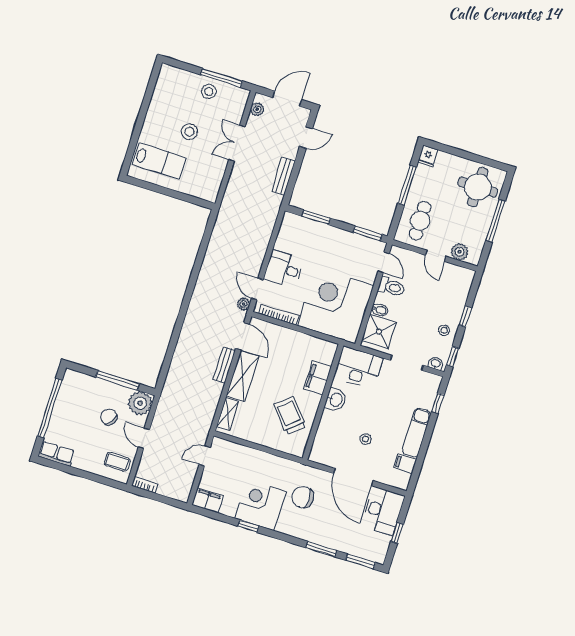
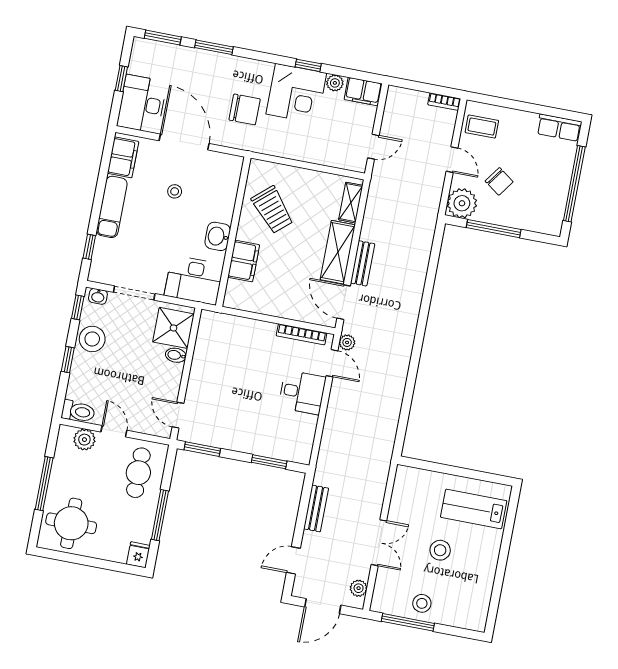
toilet: (392, 287) -> (78, 411), moved, turned 180
corner desk: (335, 306) -> (232, 354), removed
stool: (444, 330) -> (92, 339), width x1.89, depth x1.89
filing cabinet: (405, 464) -> (123, 157), width x2.00
plant: (229, 510) -> (335, 83), added

